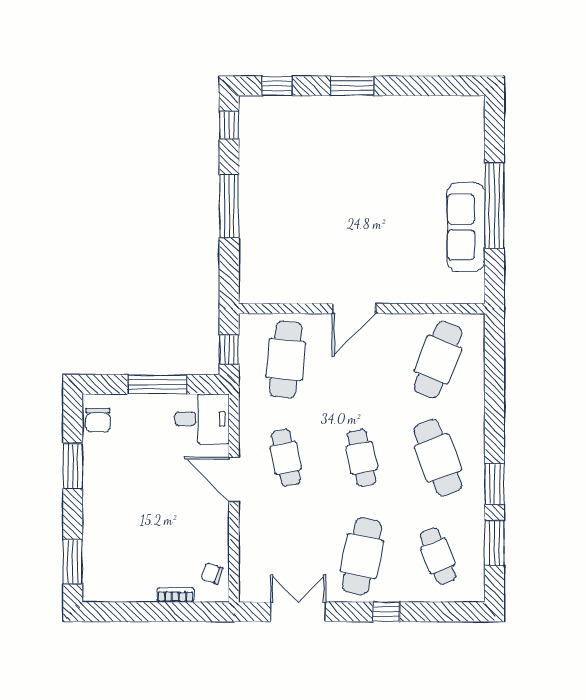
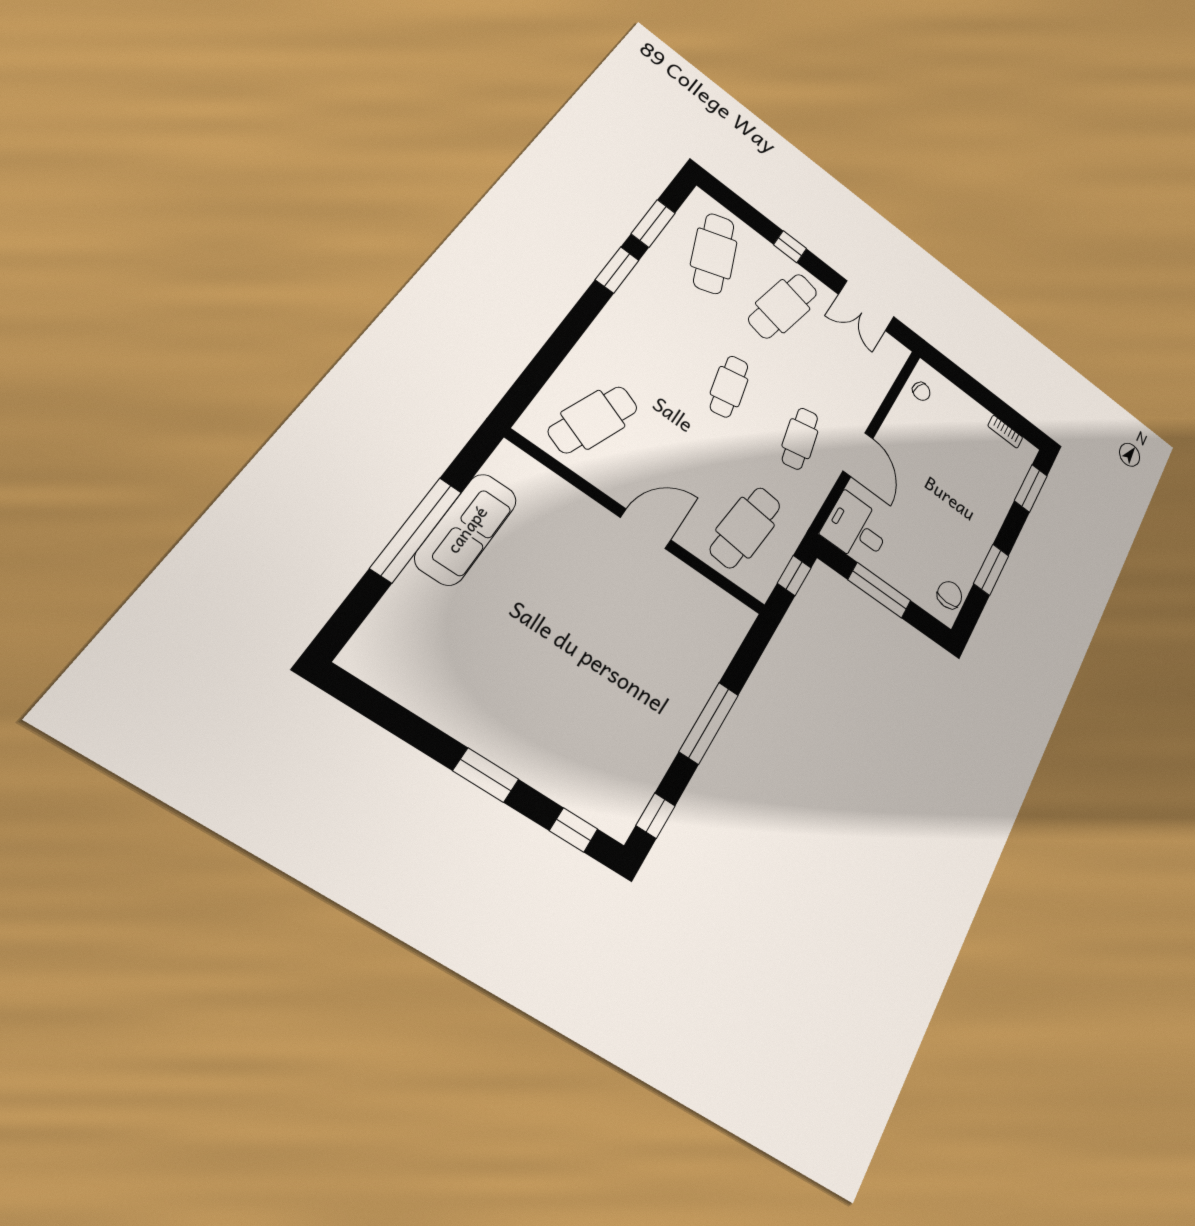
cafe table: (438, 458) -> (656, 333), removed
cafe table: (438, 556) -> (714, 253), width x1.37, depth x1.35
bookcase: (176, 595) -> (1005, 432), moved

